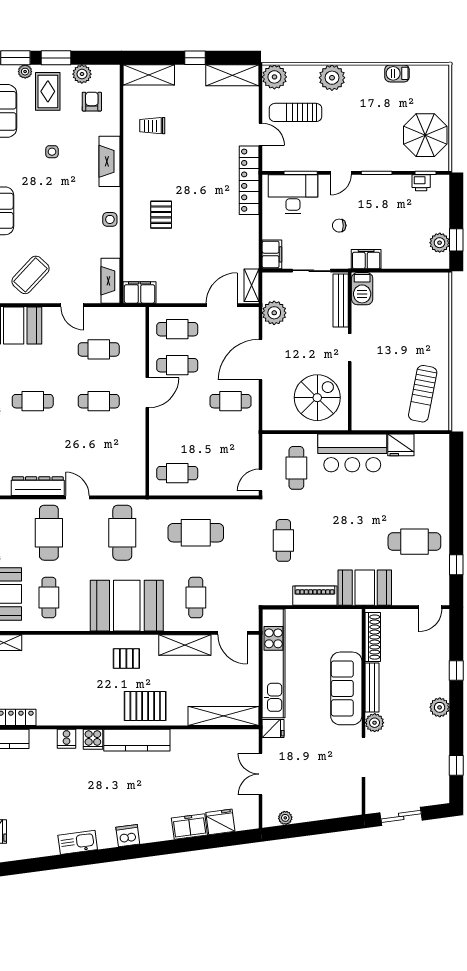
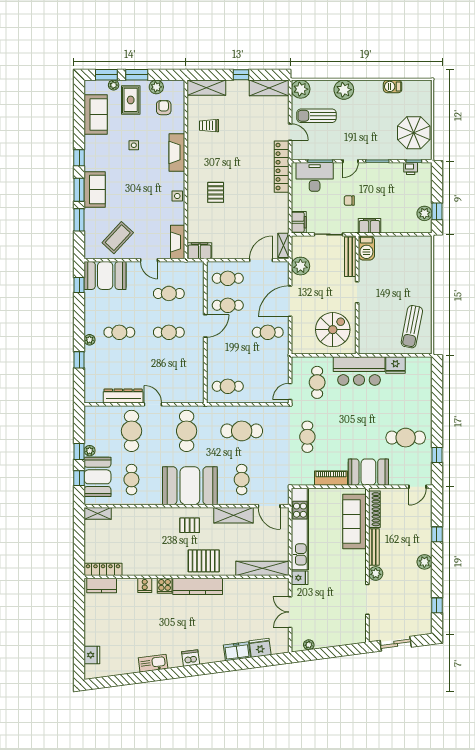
sofa: (346, 688) -> (355, 521), moved

